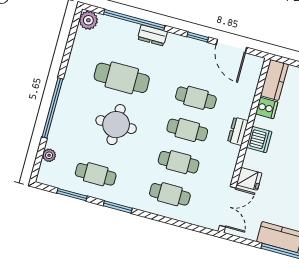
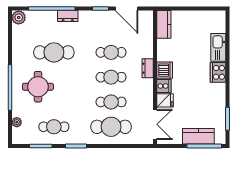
cooker: (267, 108) -> (164, 86), moved
round table: (116, 125) -> (38, 87), moved
cafe table: (170, 194) -> (111, 127), width x1.37, depth x1.35

